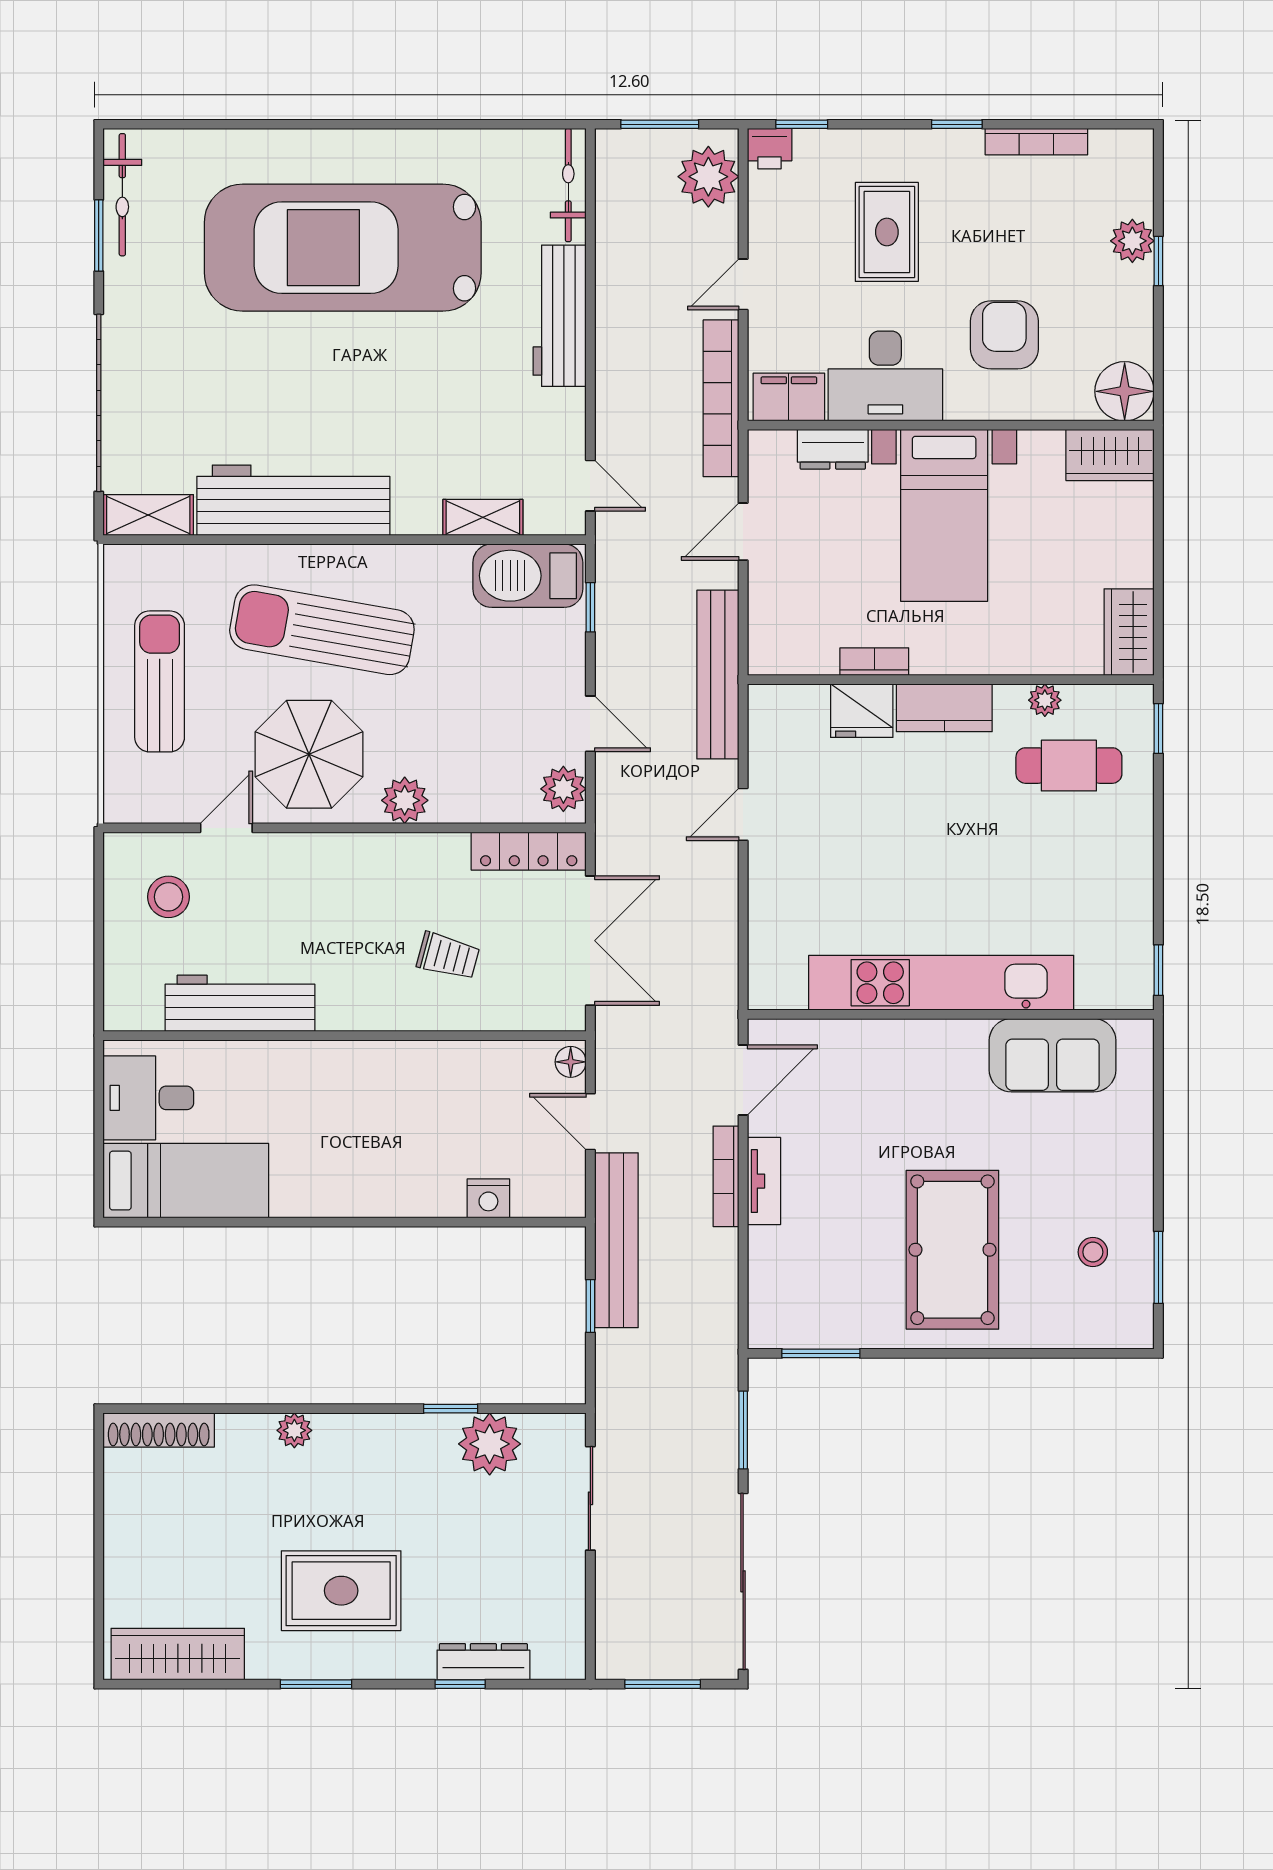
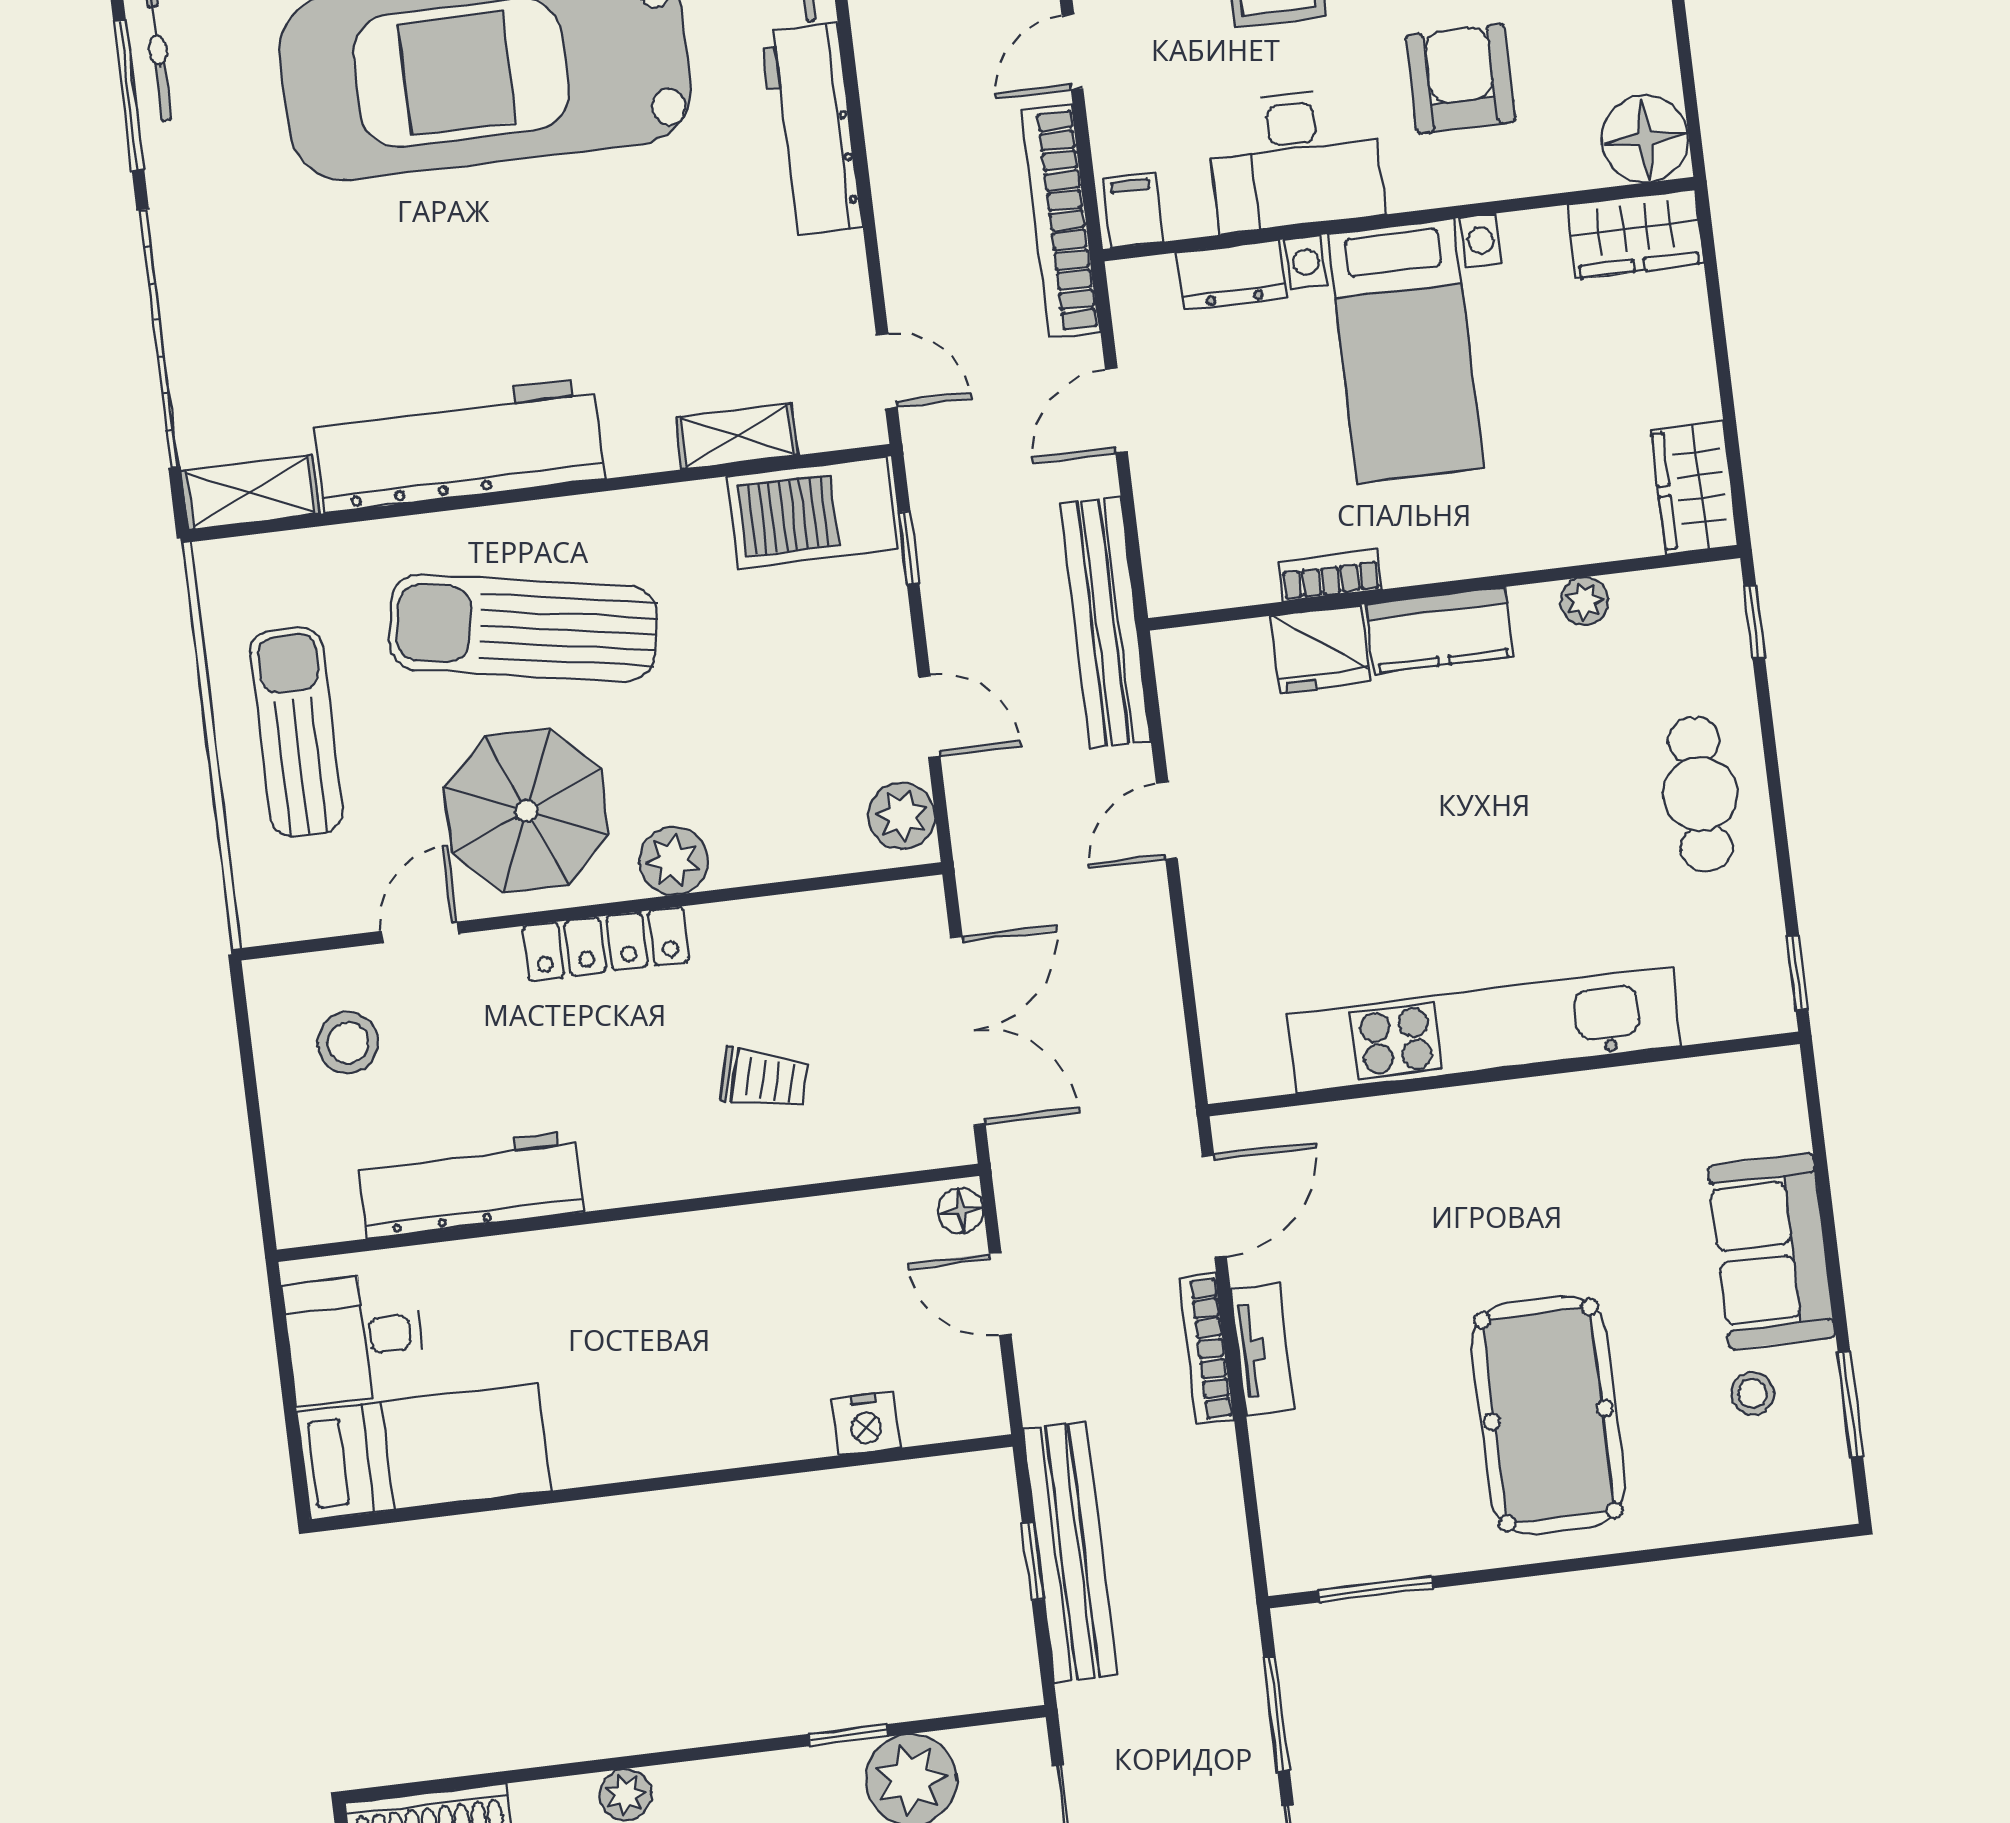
window: (99, 235) -> (129, 96), width x1.44
filing cabinet: (789, 397) -> (1133, 210), width x0.50
cafe table: (1069, 766) -> (1700, 794), moved, turned 90
locker: (529, 851) -> (606, 944), moved
sofa: (1053, 1055) -> (1771, 1251), moved, turned 90
bench: (616, 1240) -> (1070, 1552), moved

